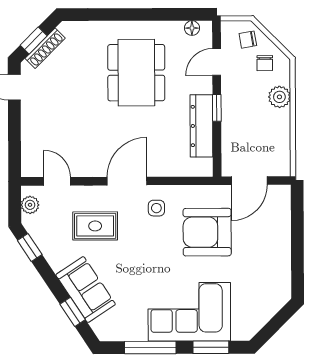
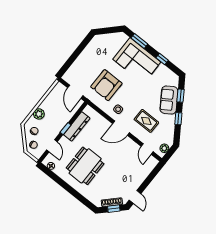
door: (217, 62) -> (52, 146), hinge flipped
door: (249, 181) -> (75, 92), swing flipped
armchair: (207, 232) -> (106, 85), turned 90
window: (30, 247) -> (178, 119), moved
window: (150, 348) -> (162, 59), width x0.46

